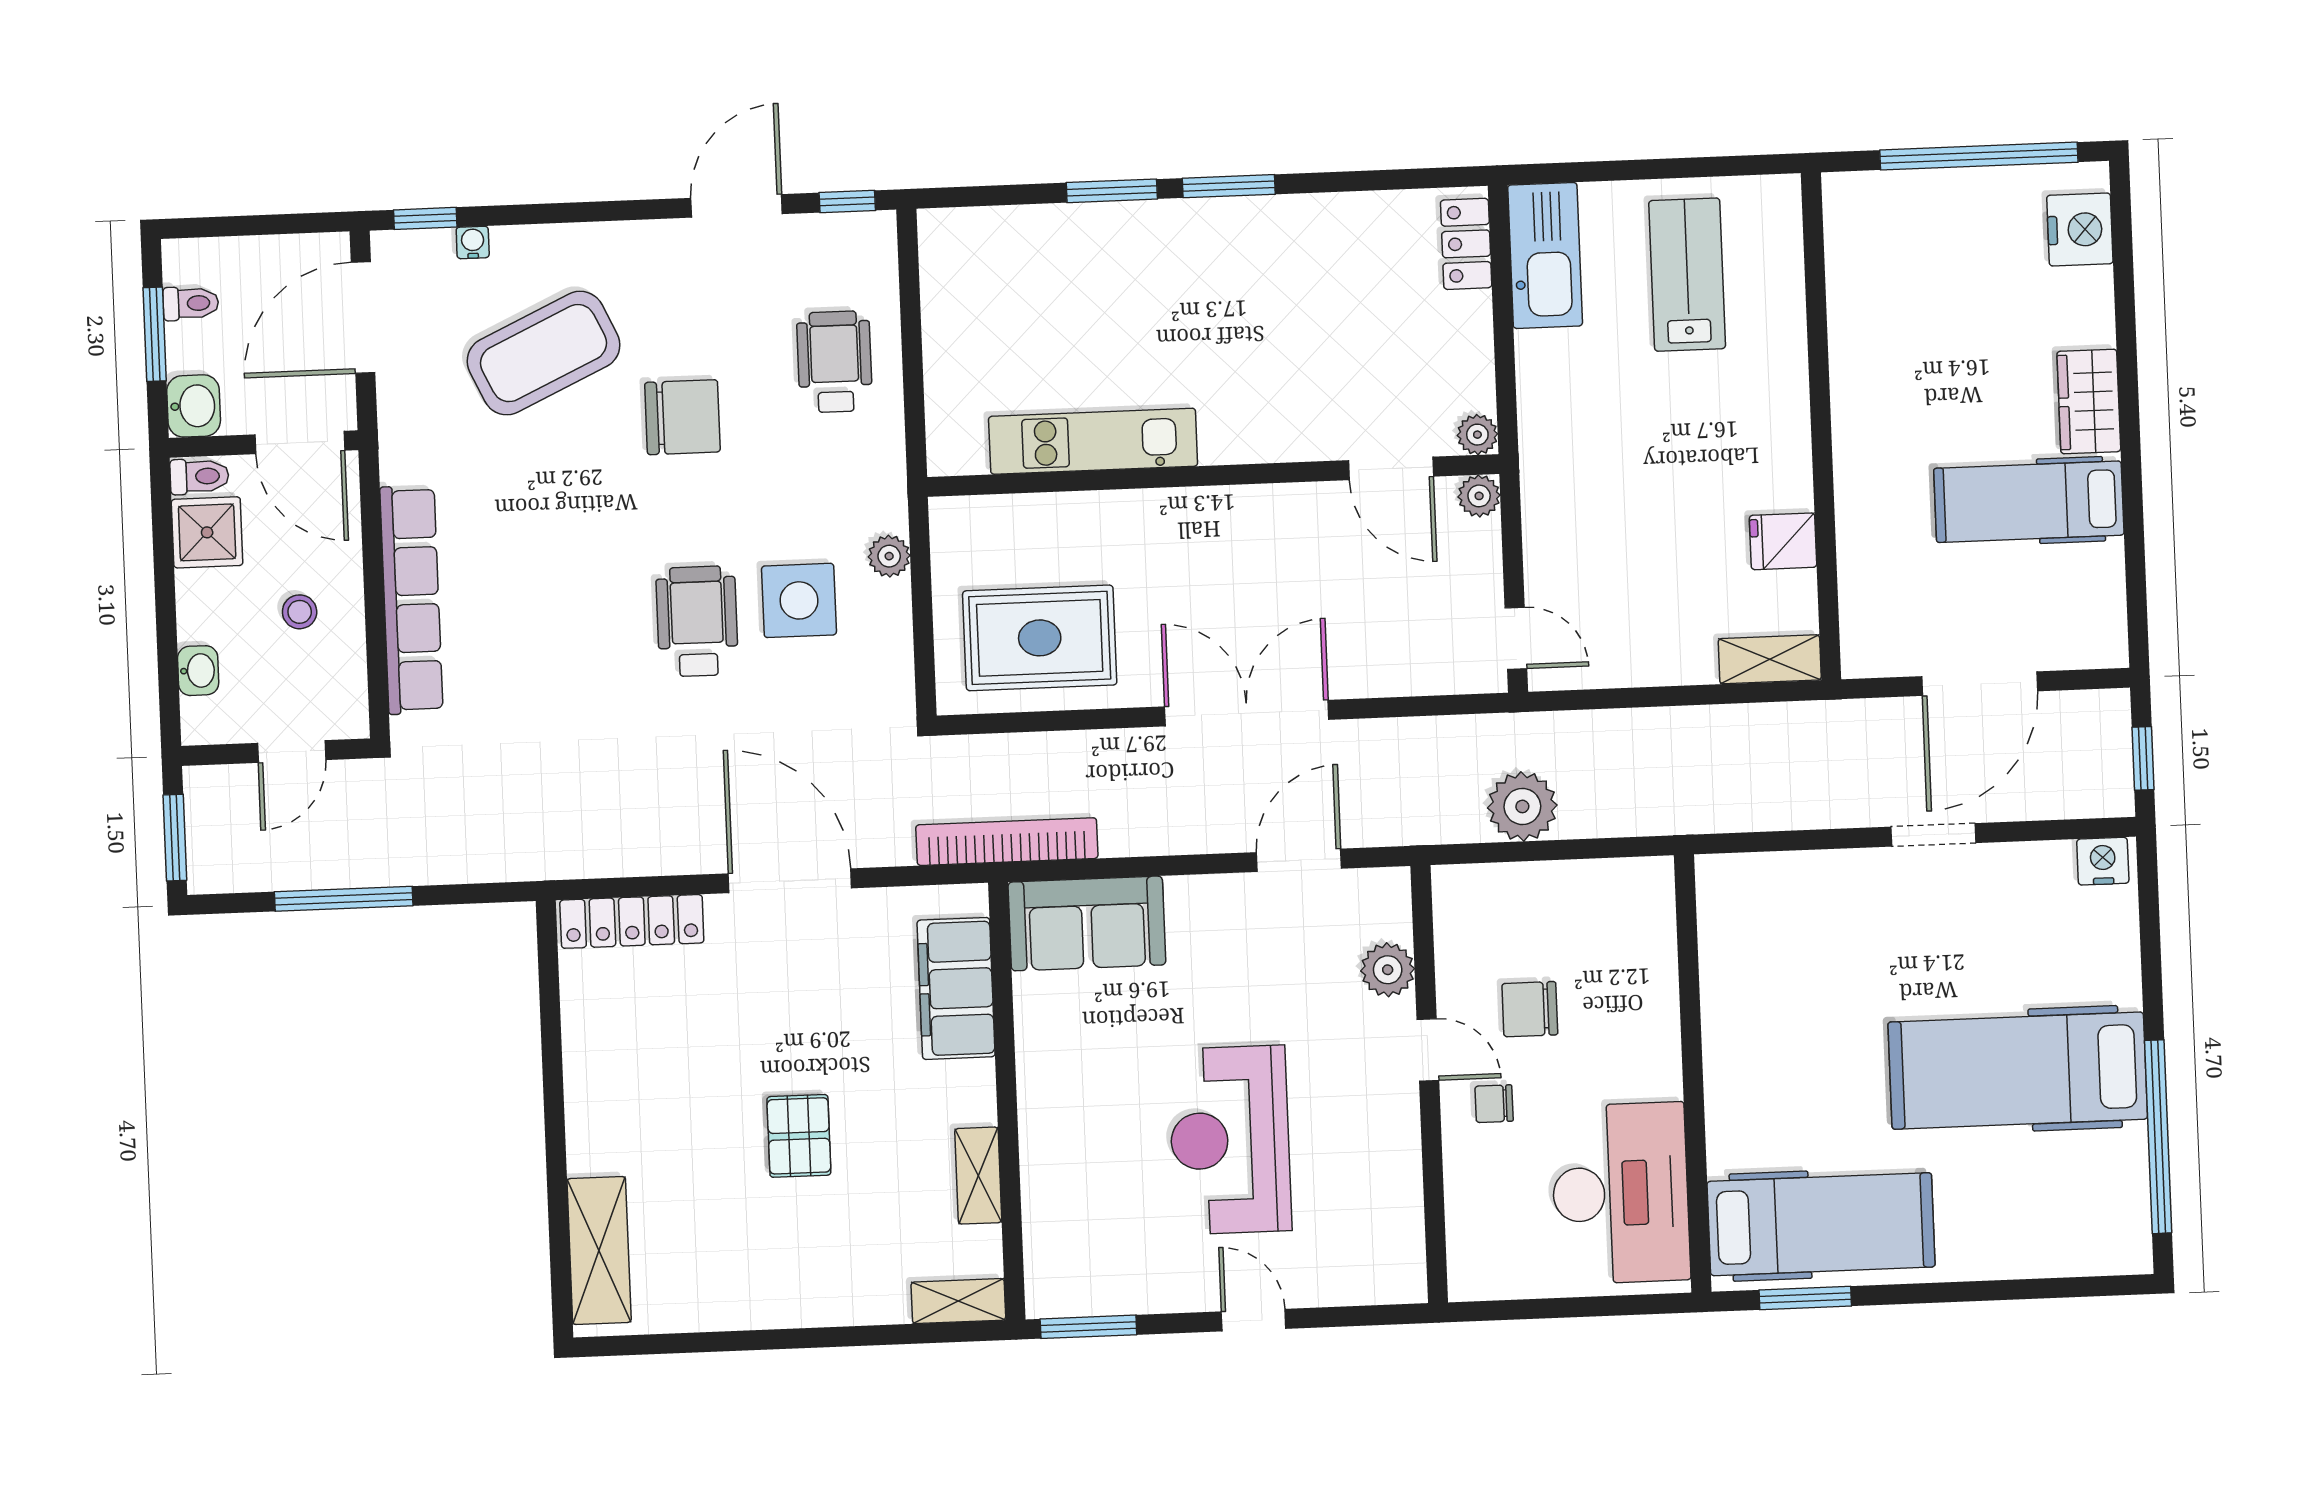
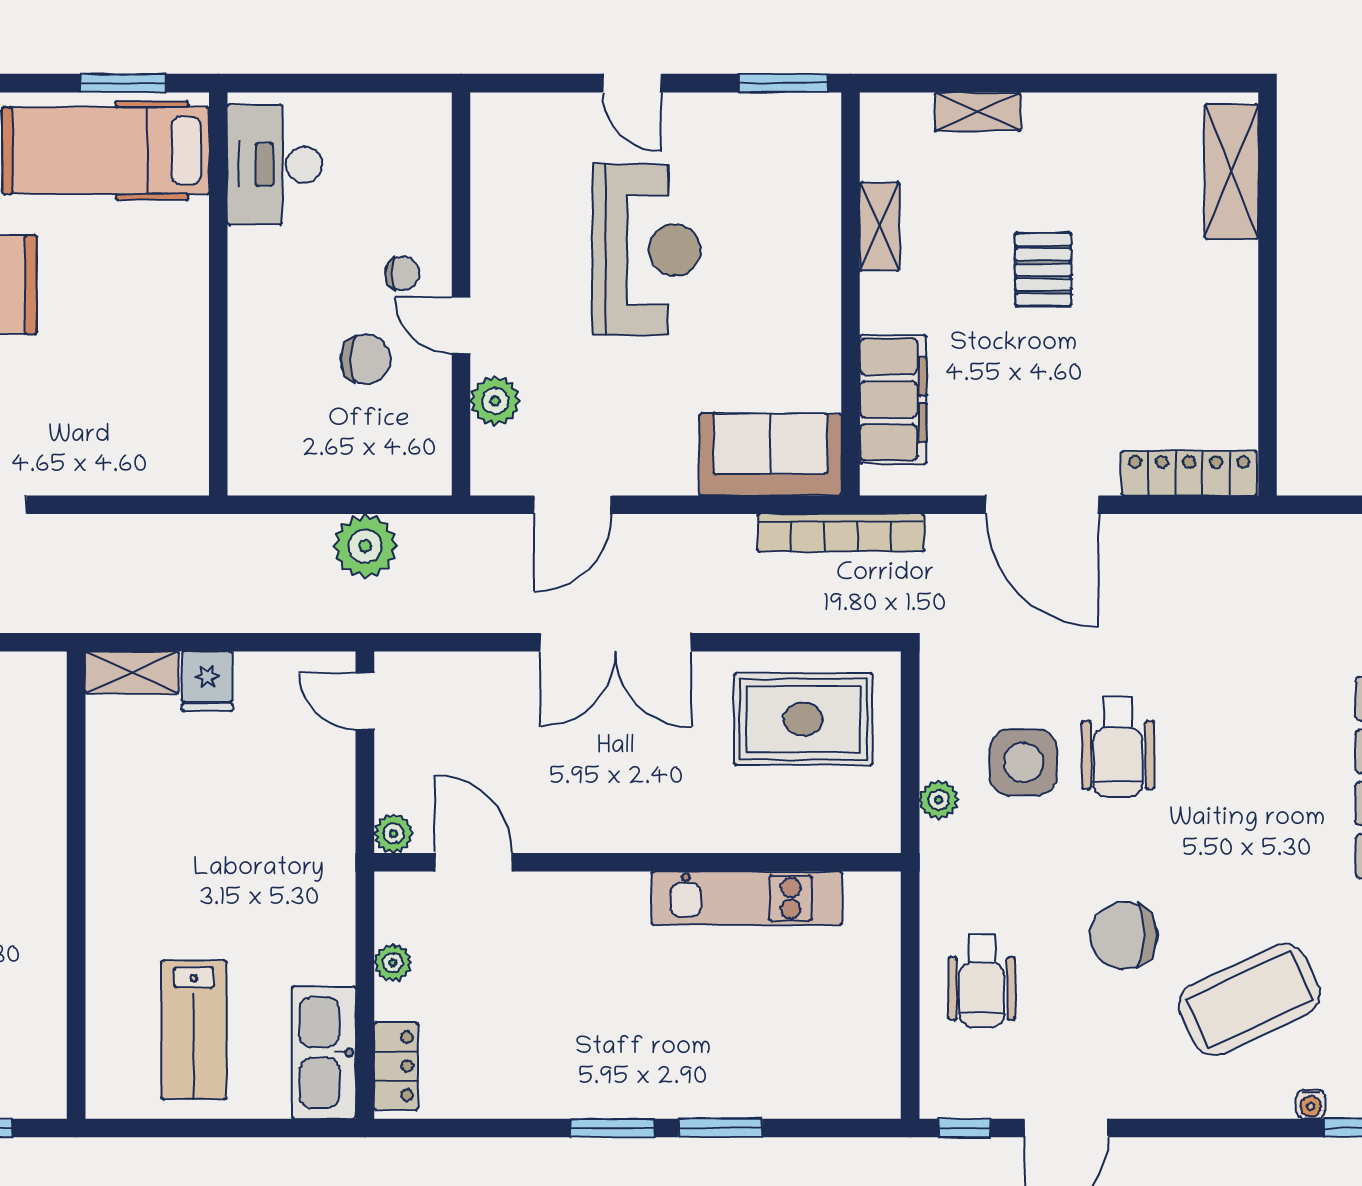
plant: (1477, 435) -> (393, 963), moved
fridge: (1783, 541) -> (207, 681), moved, turned 90
desk: (1621, 1193) -> (275, 164), width x0.73, depth x0.77
shelving: (958, 1301) -> (978, 112), moved

